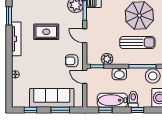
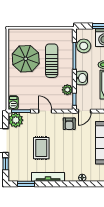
door: (85, 36) -> (45, 111), swing flipped

